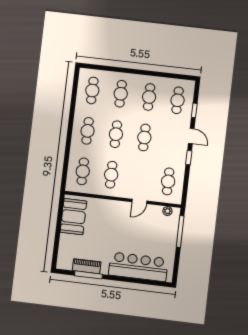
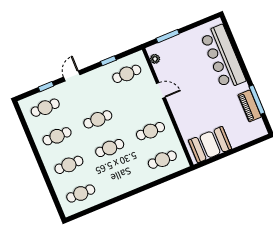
cafe table: (88, 131) -> (122, 177), removed
window: (189, 158) -> (108, 61), moved
window: (180, 232) -> (168, 36), width x0.69

